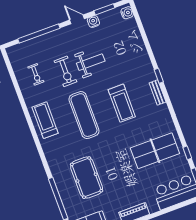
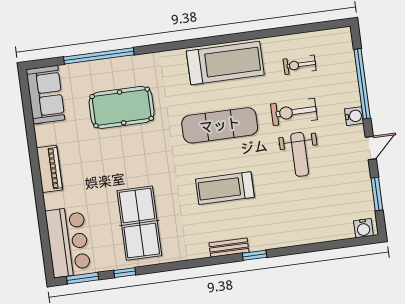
water cooler: (93, 21) -> (354, 116), moved
treadmill: (45, 120) -> (225, 63), width x1.37, depth x1.38

